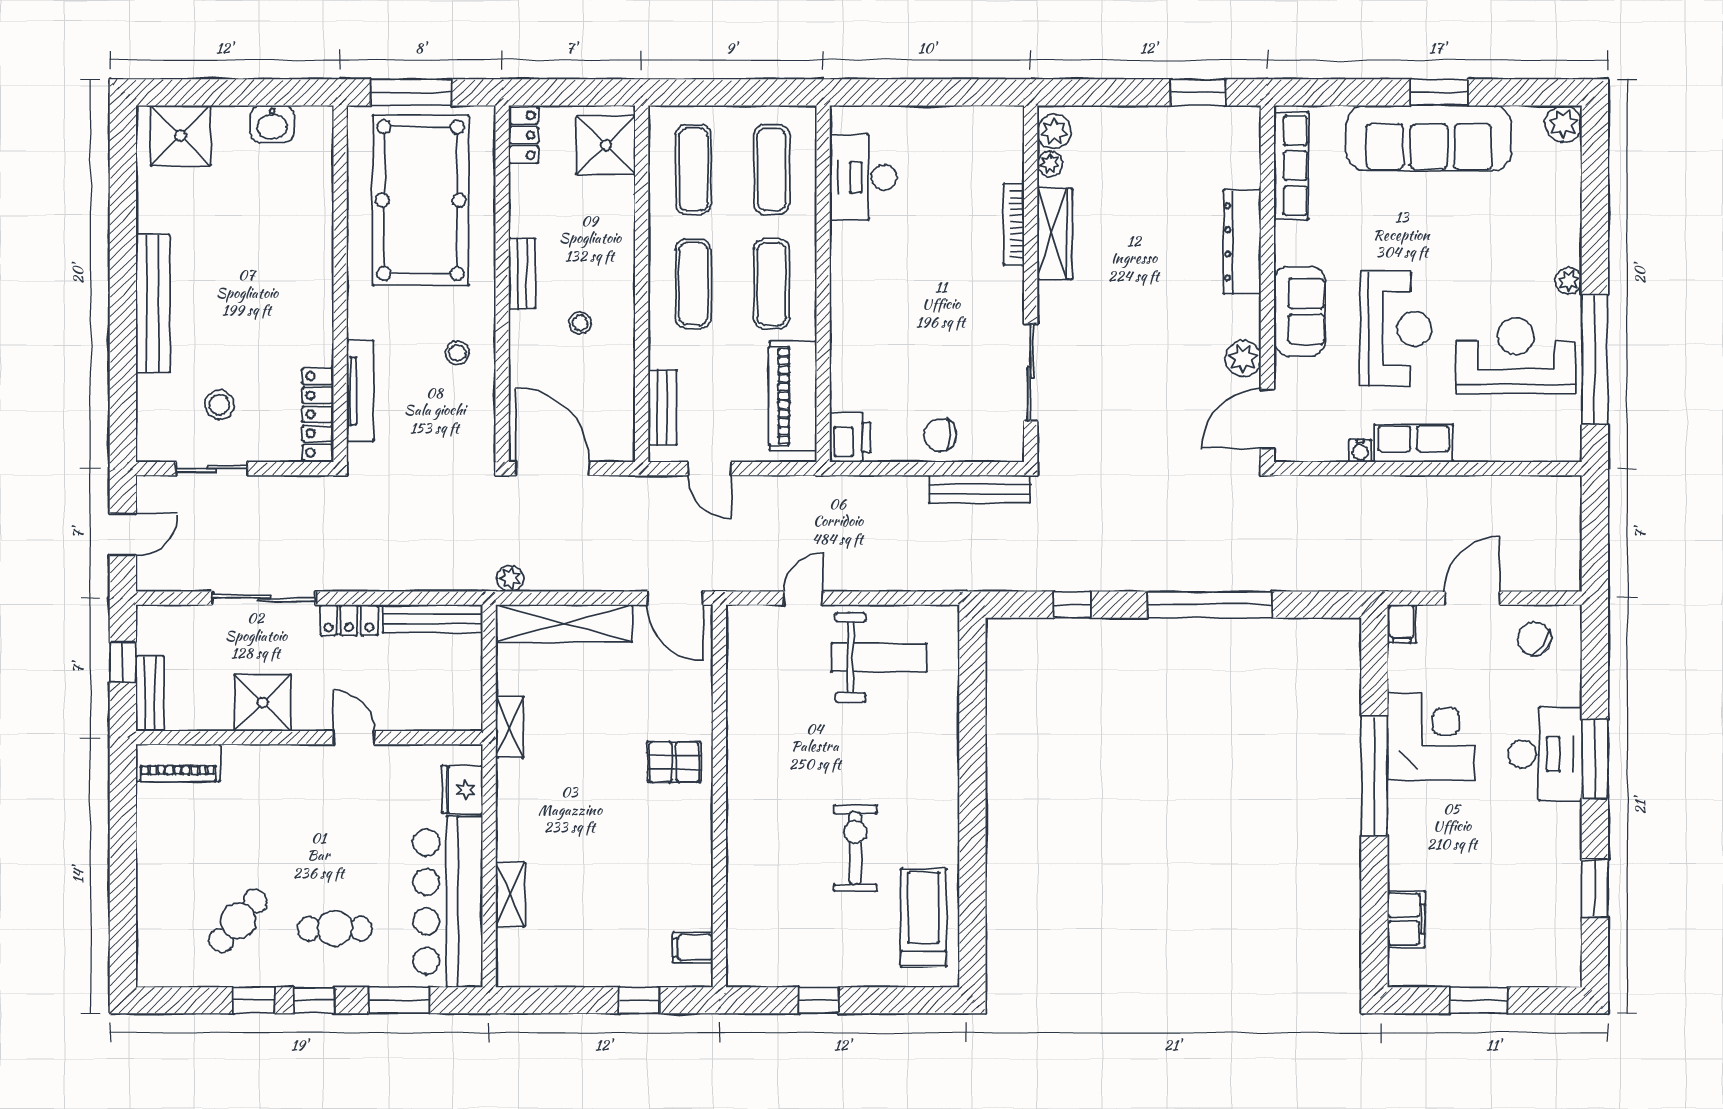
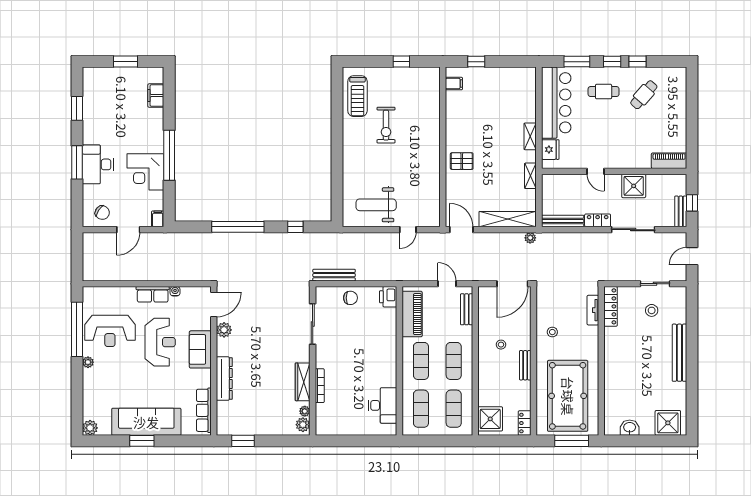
reception desk: (1396, 329) -> (160, 342), turned 180
tv unit: (360, 391) -> (593, 310), width x0.71
door: (553, 469) -> (512, 284), hinge flipped
bench: (150, 693) -> (681, 211), moved
shelving: (510, 894) -> (530, 136), moved

